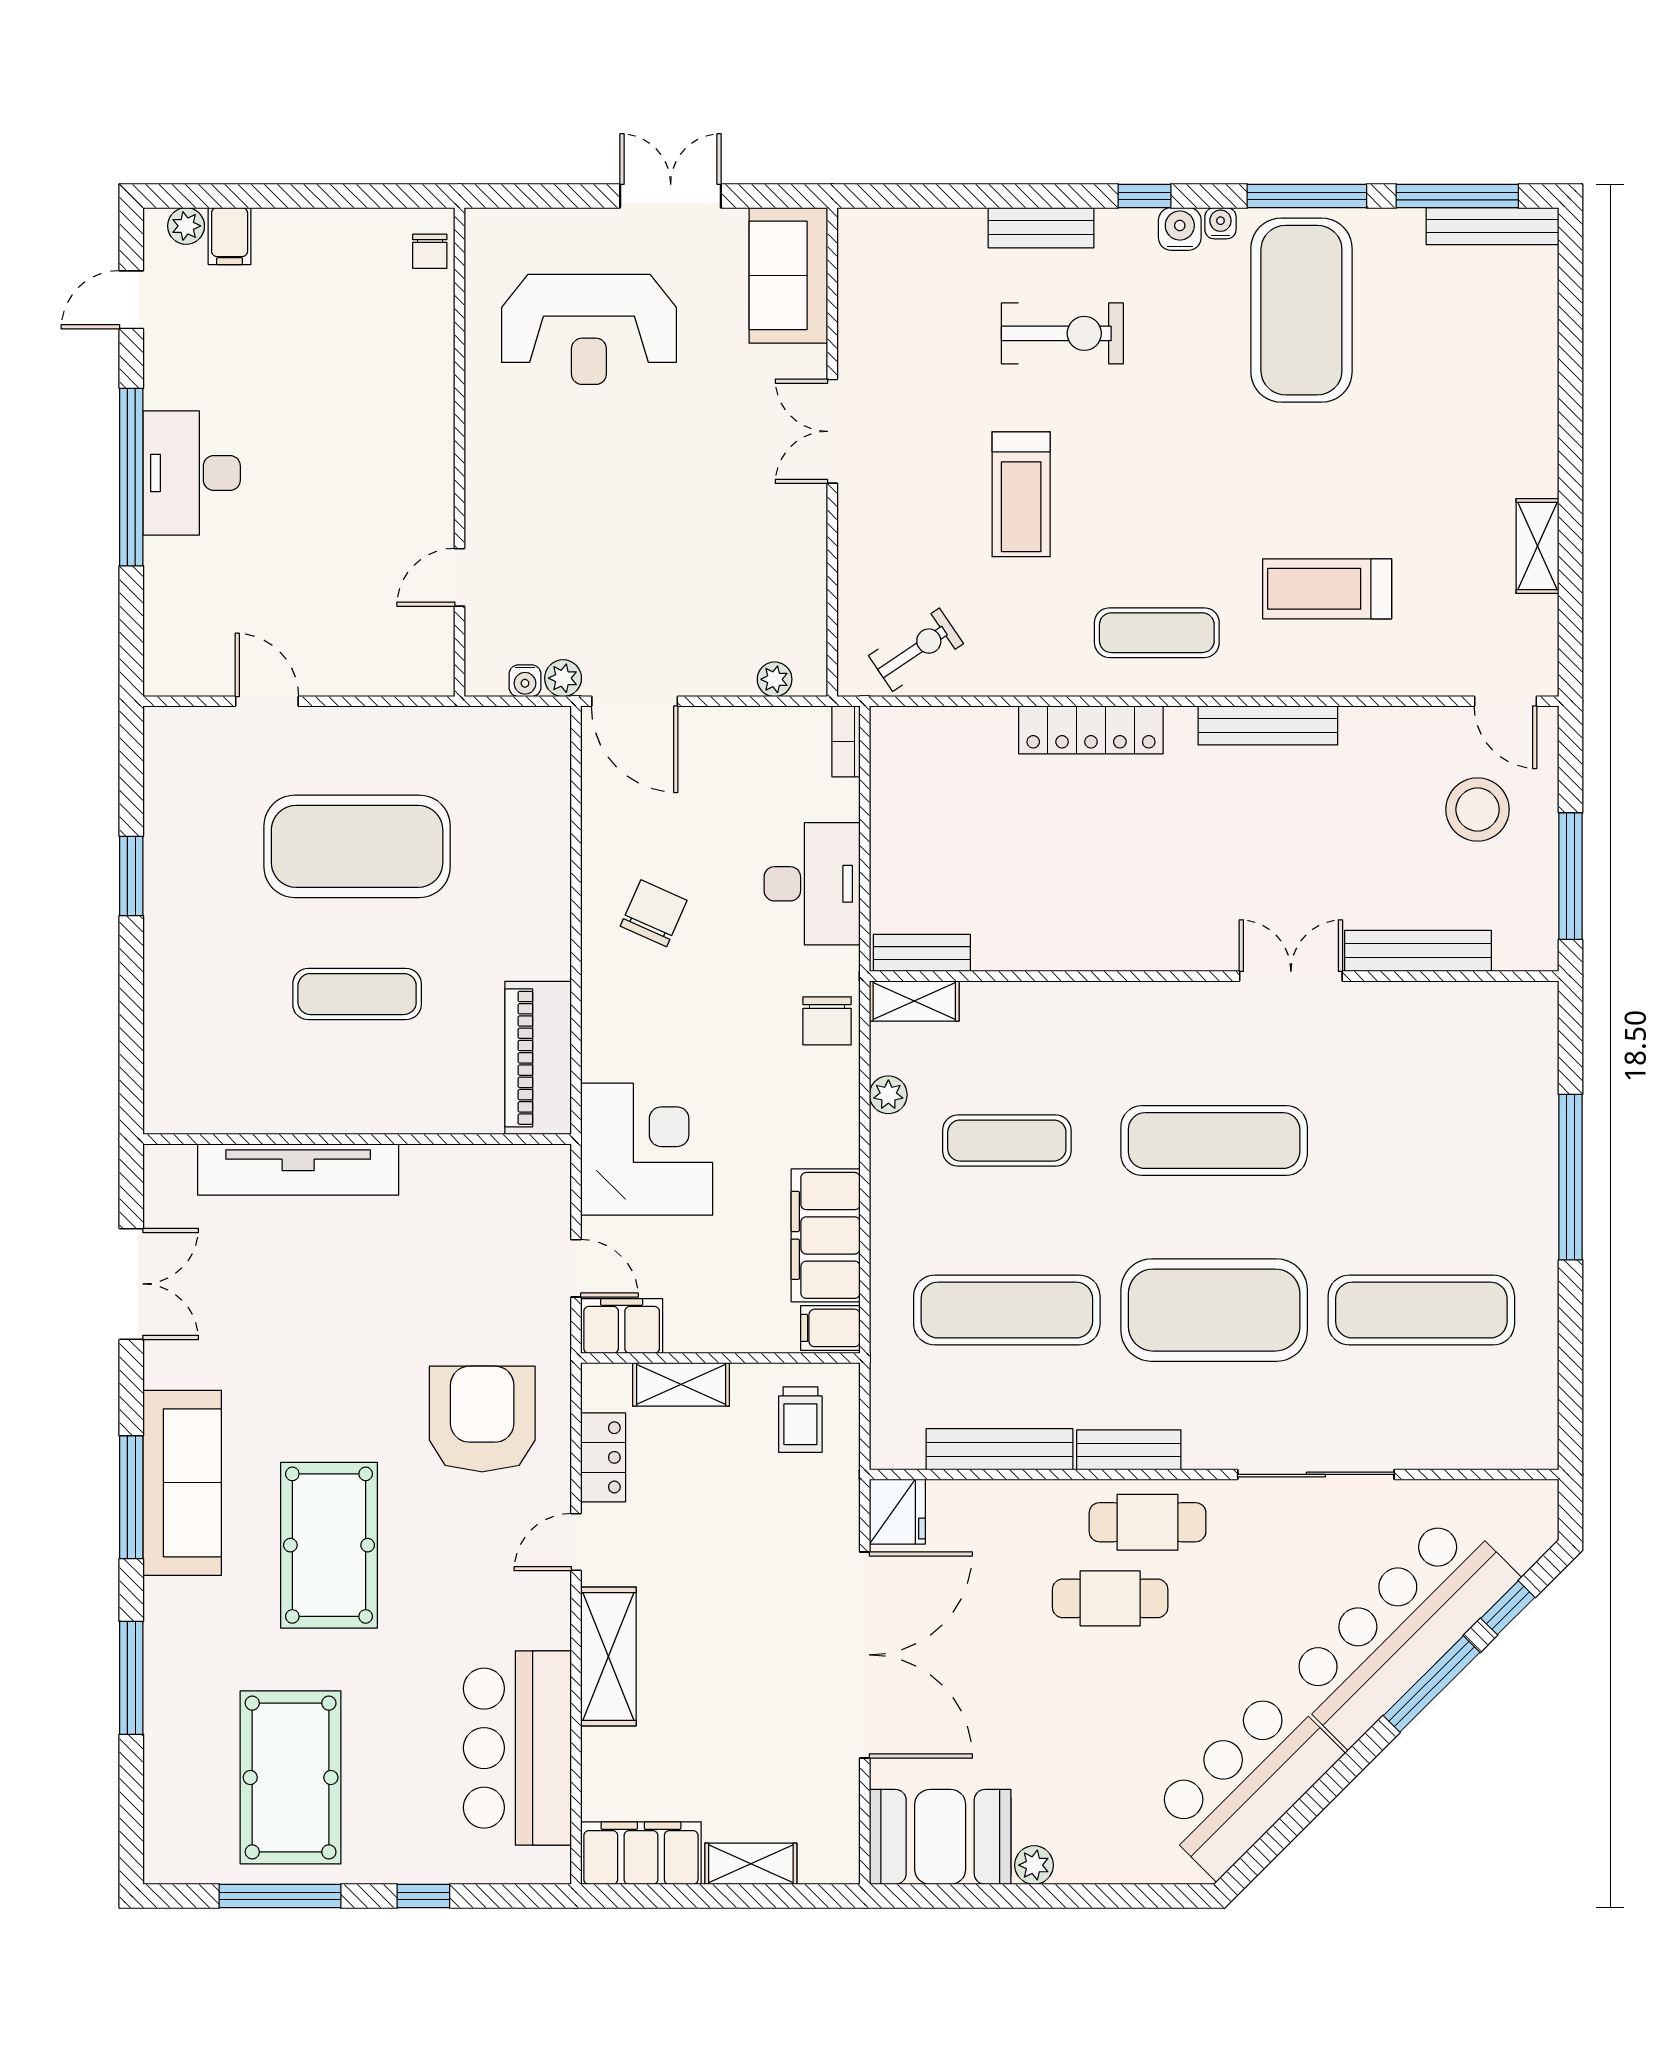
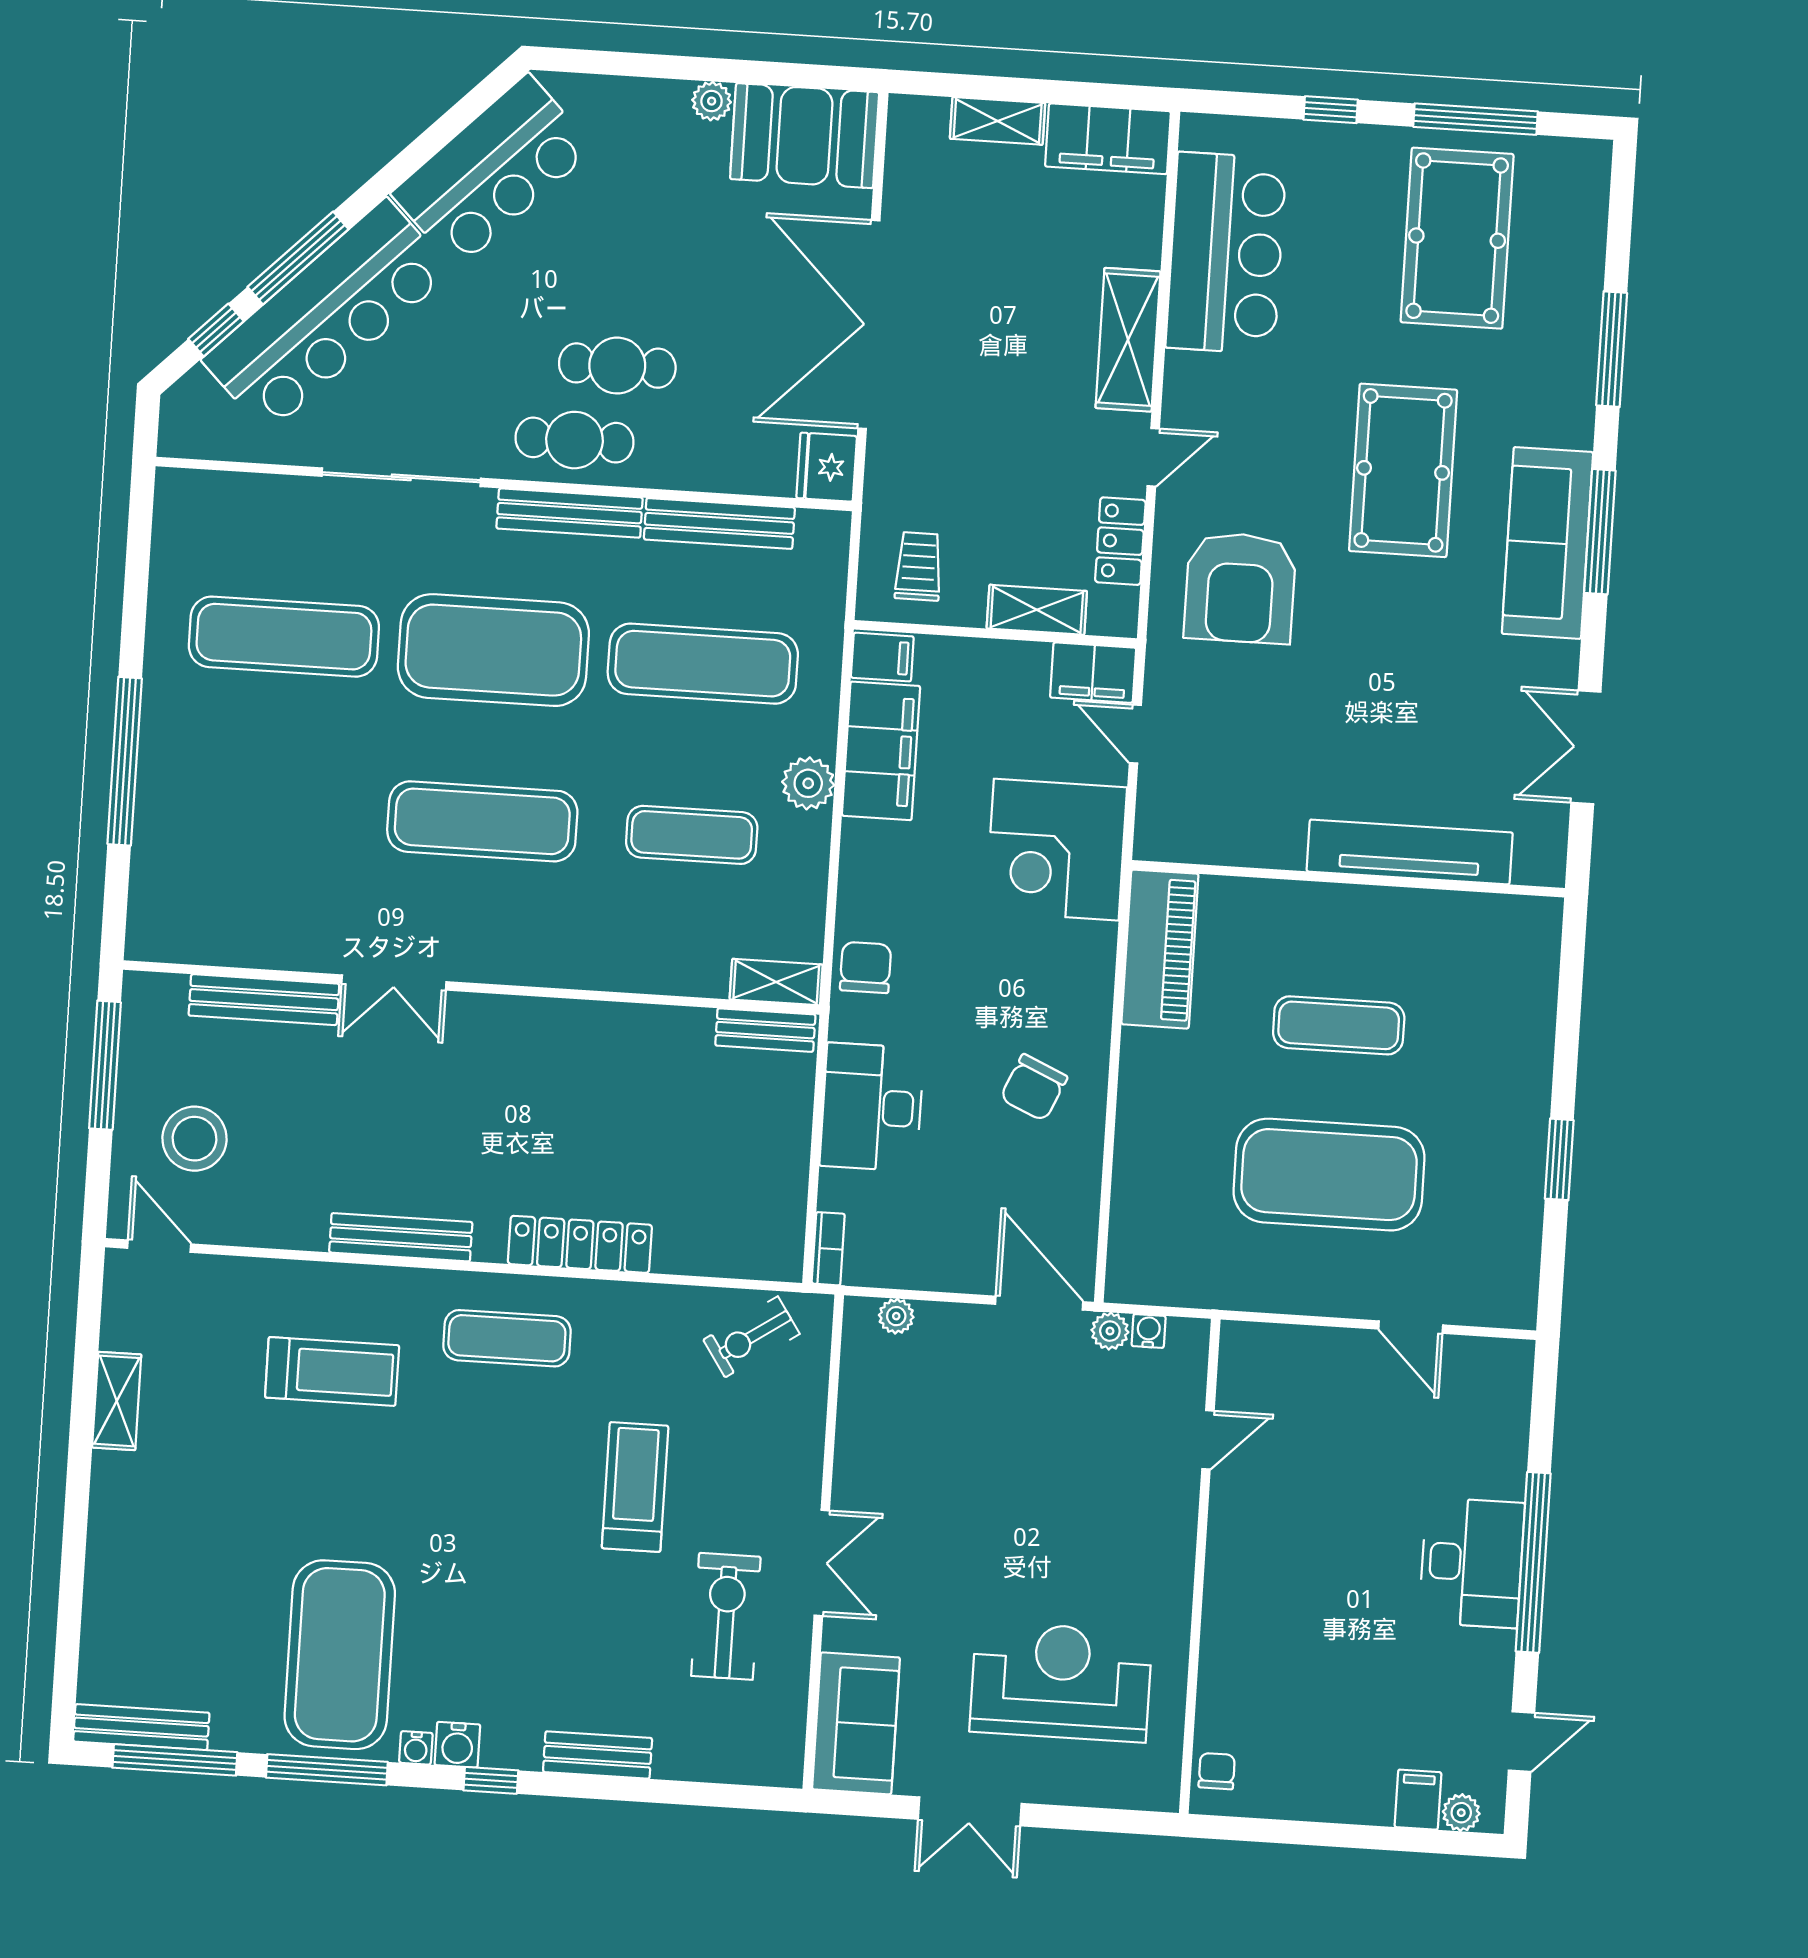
exercise bike: (1062, 333) -> (726, 1616), moved, turned 90
plant: (888, 1095) -> (808, 783), moved, width x1.38, depth x1.38
bench: (1129, 1450) -> (570, 513), width x1.36

